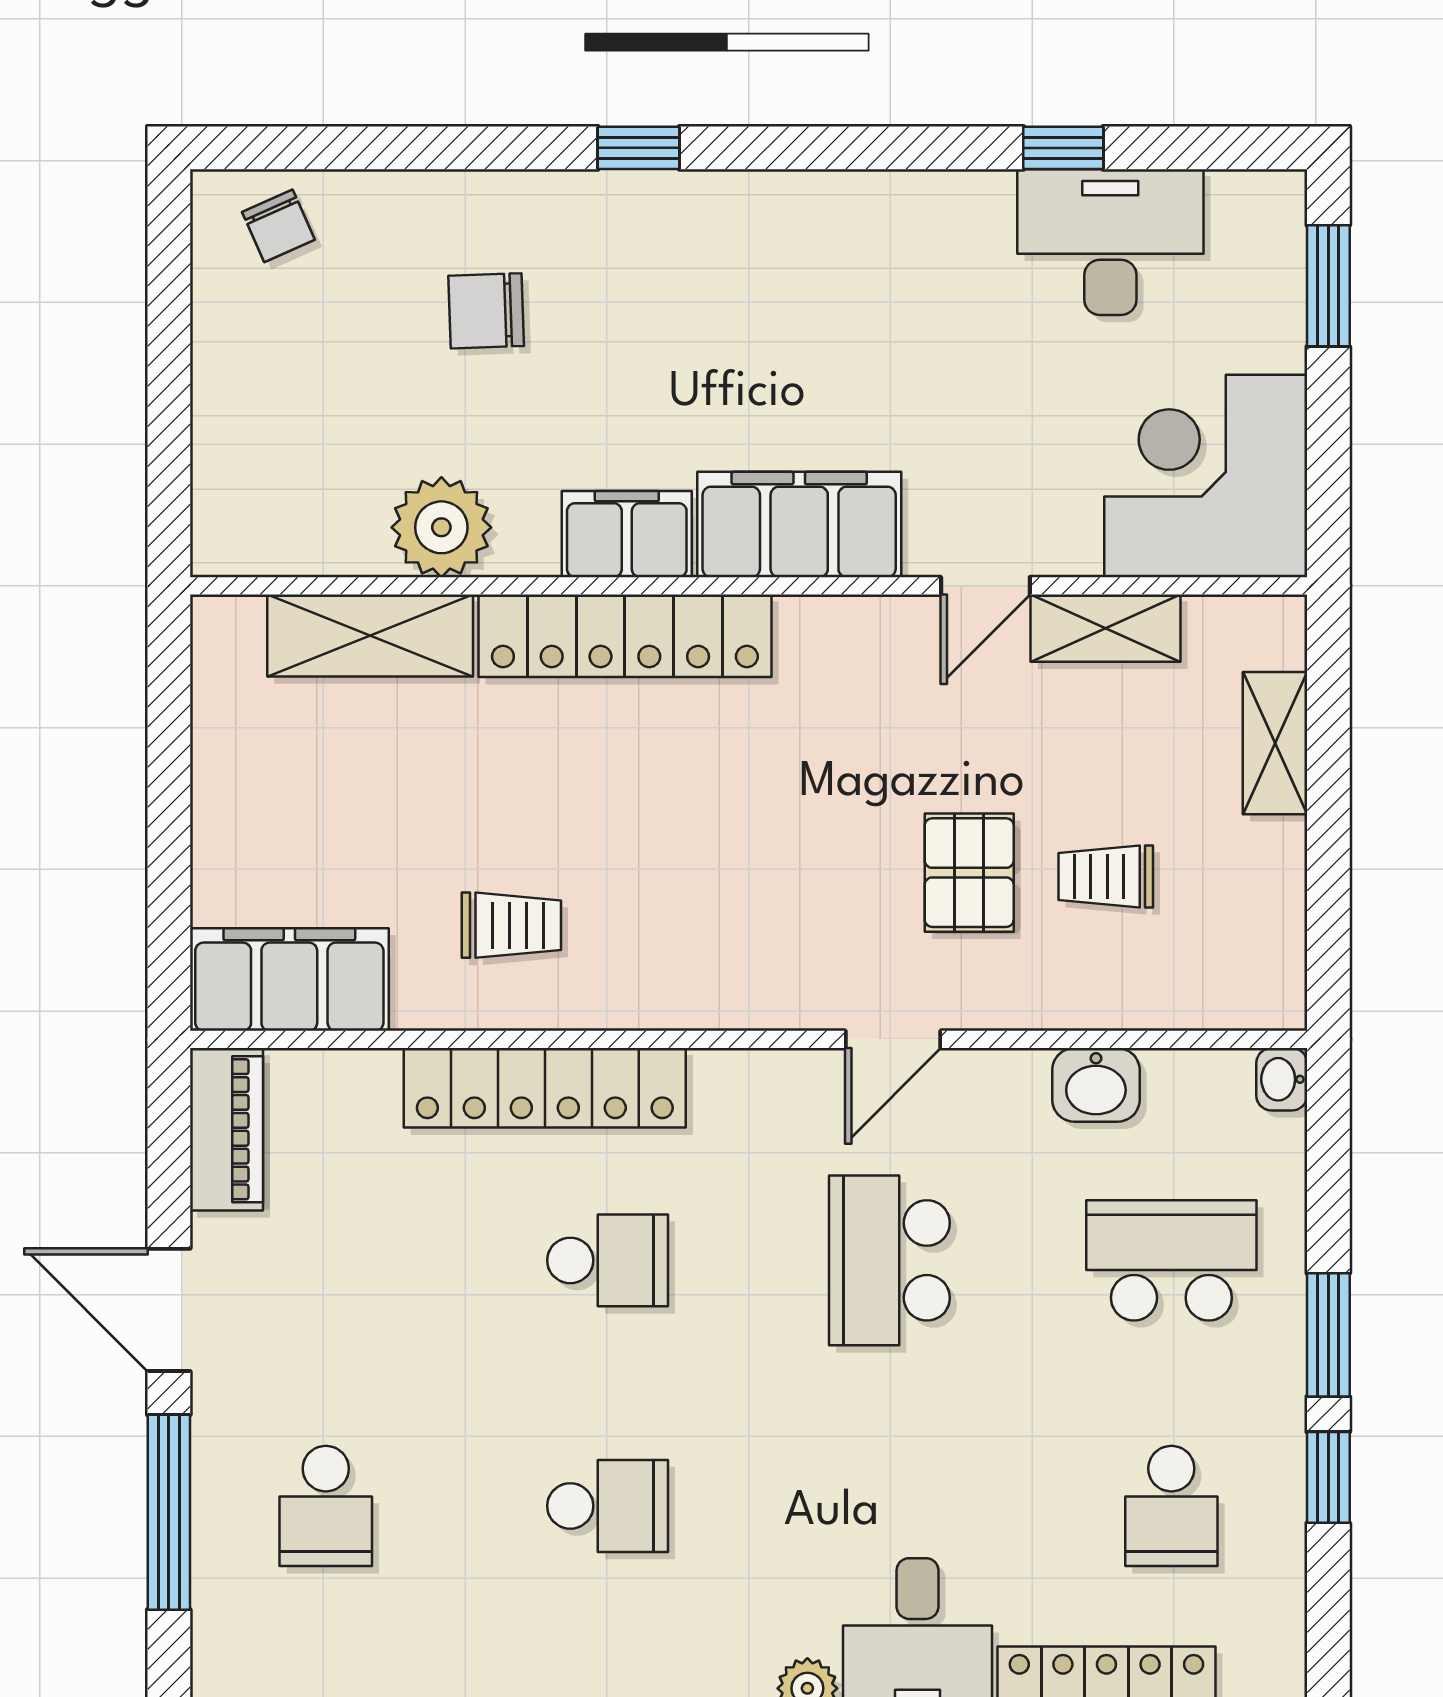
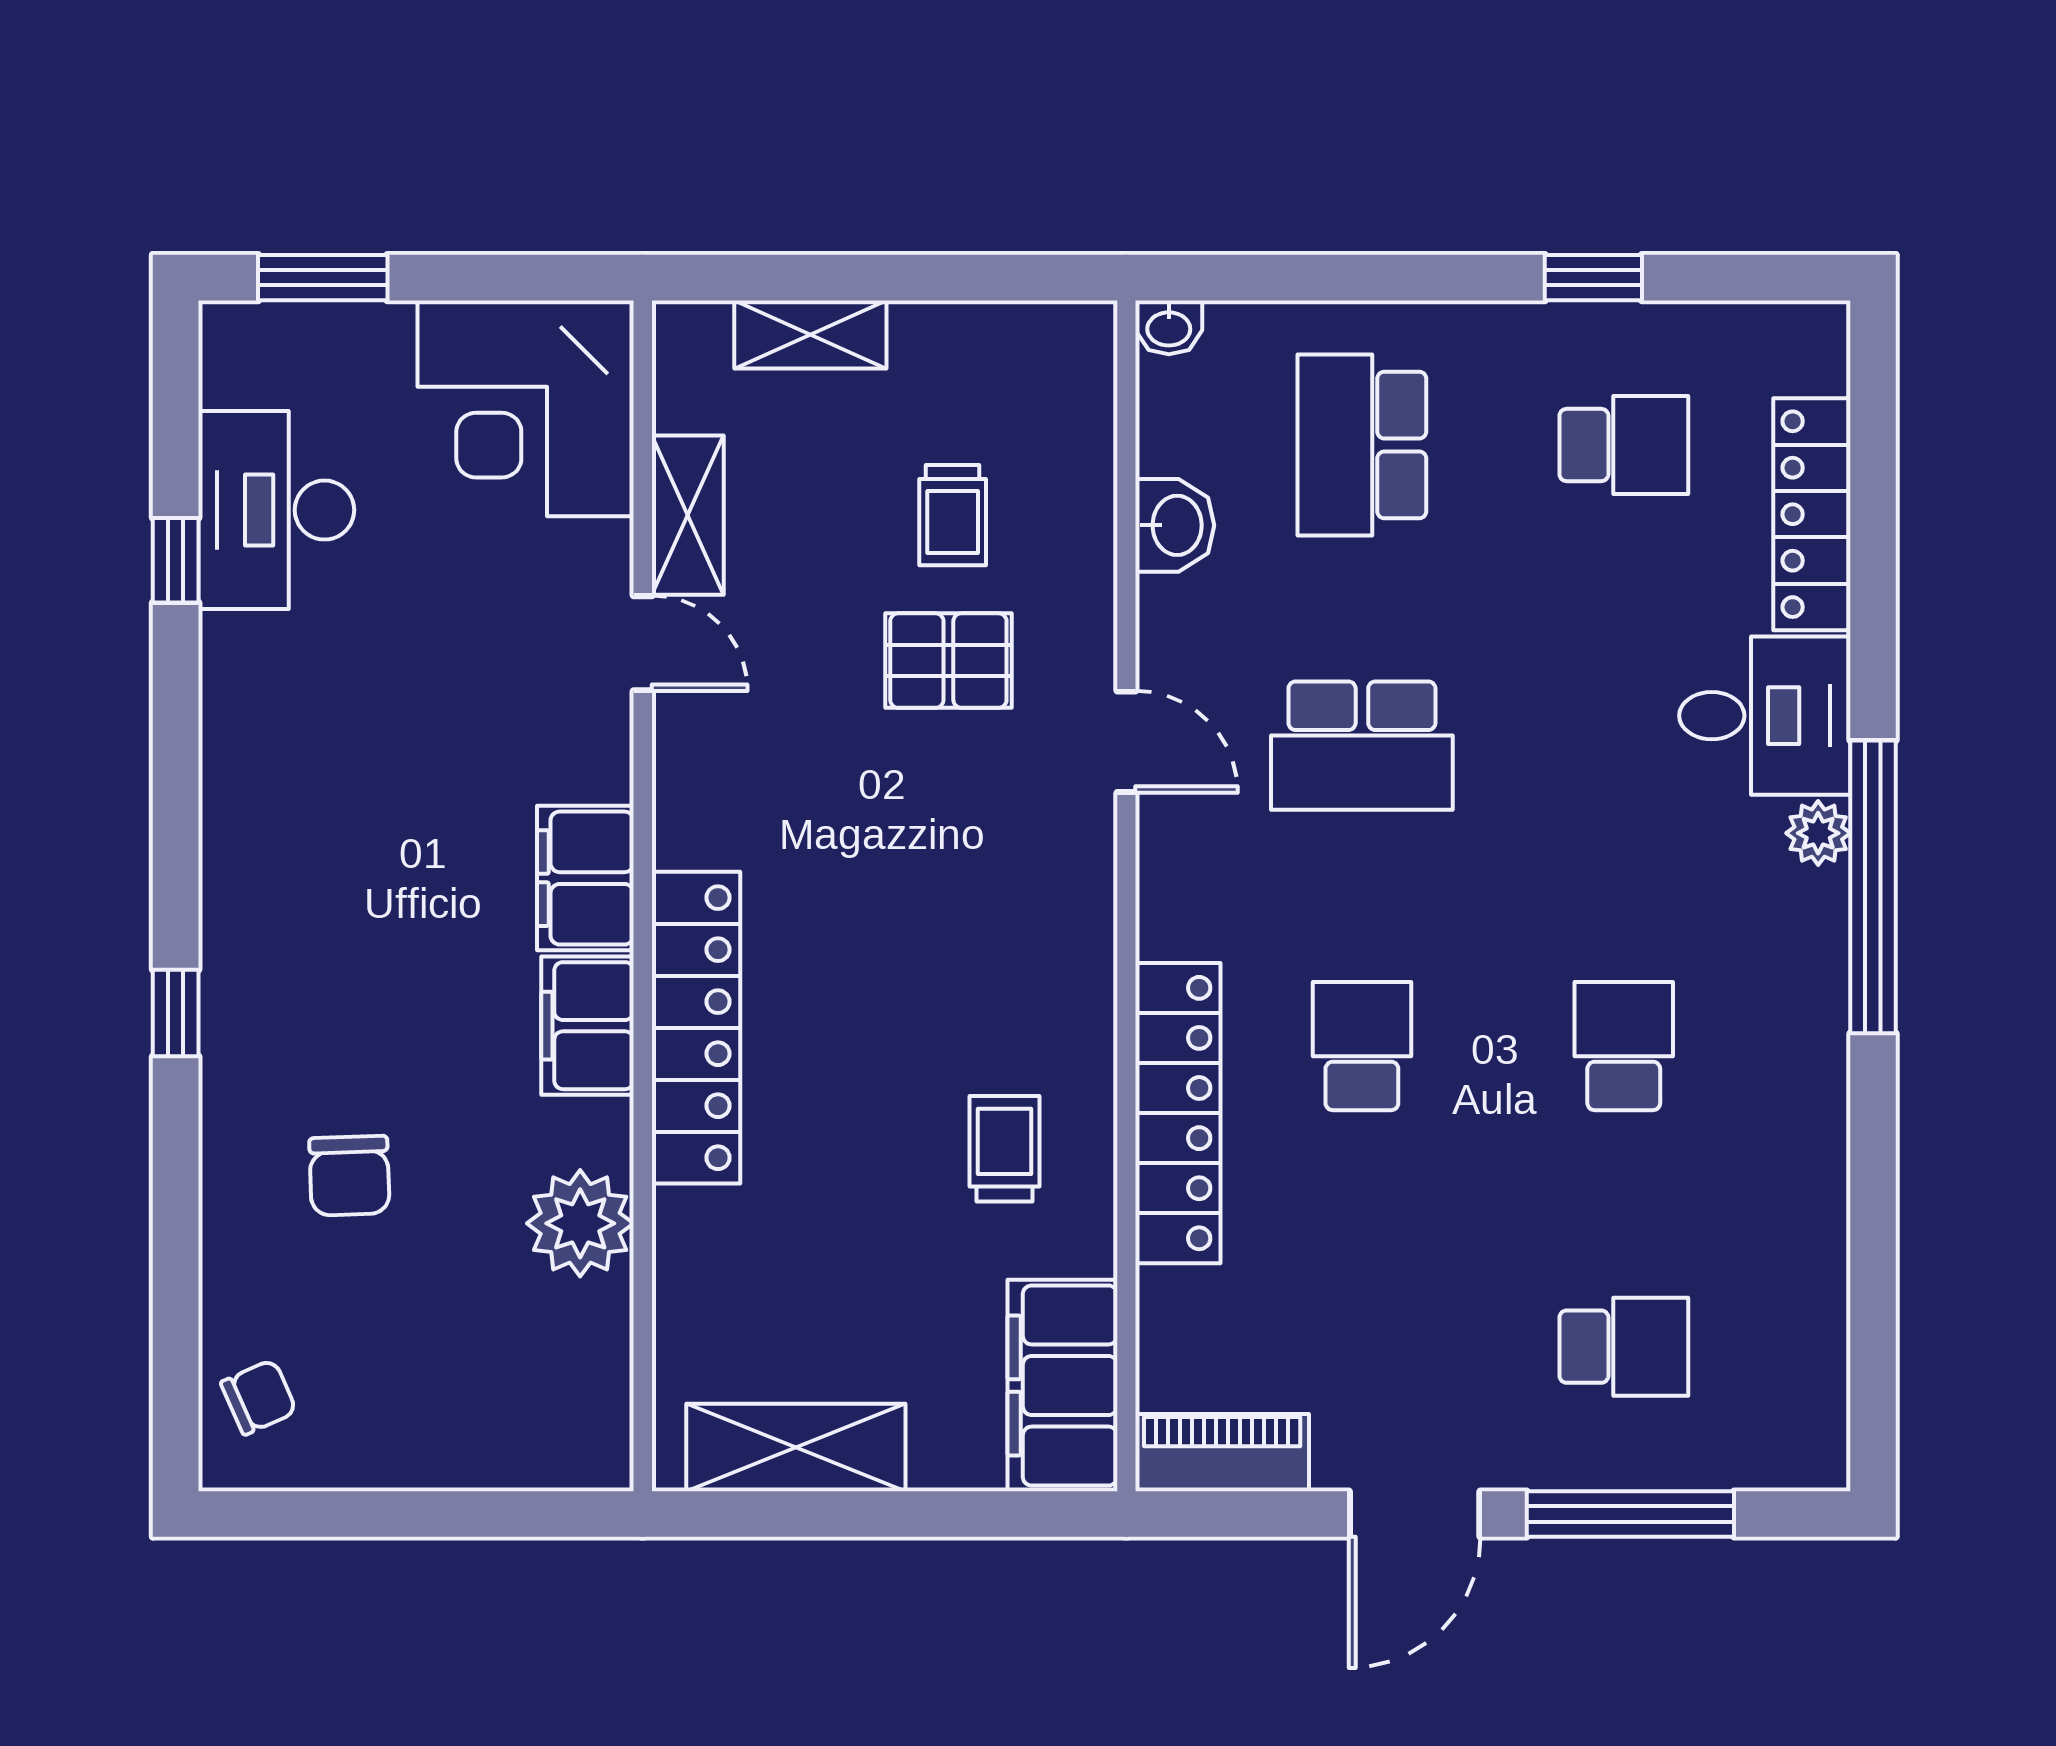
filing cabinet: (799, 525) -> (585, 878), width x0.67, depth x0.86
shelving: (370, 635) -> (796, 1447), moved, turned 90
window: (1328, 1335) -> (1441, 278), removed

